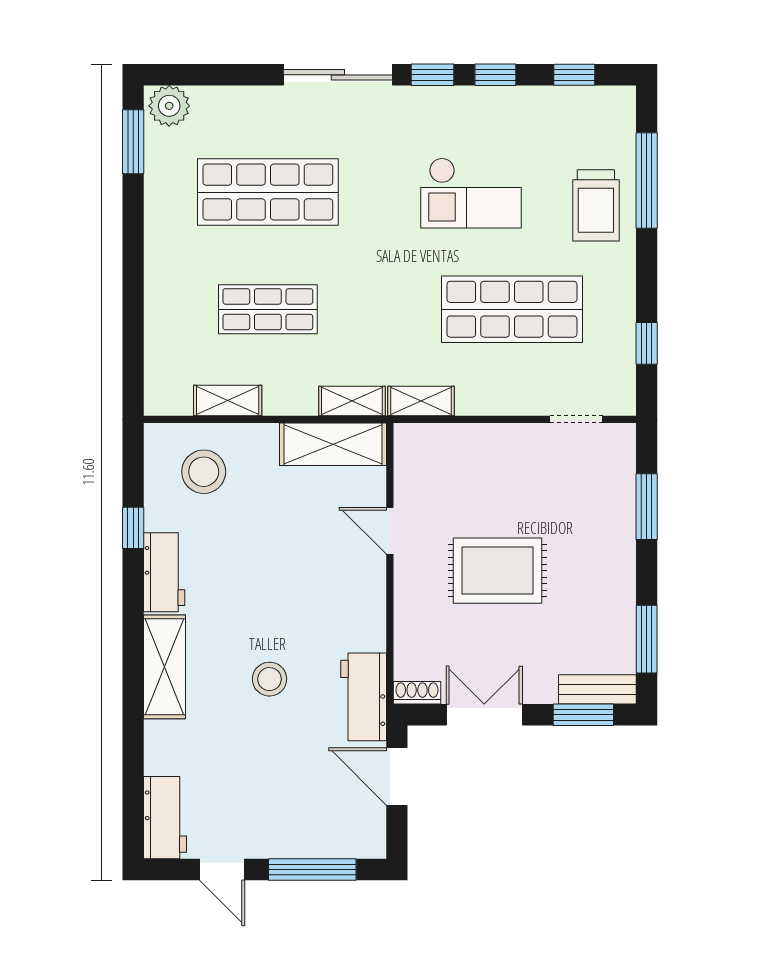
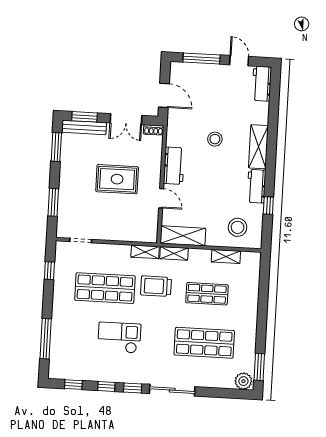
trolley: (596, 205) -> (156, 286), moved, turned -90
bench: (597, 689) -> (84, 127), width x1.36
workbench: (364, 697) -> (174, 166), moved

